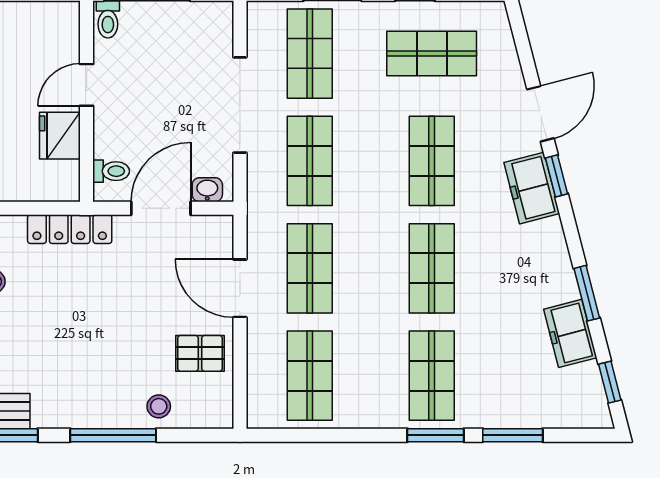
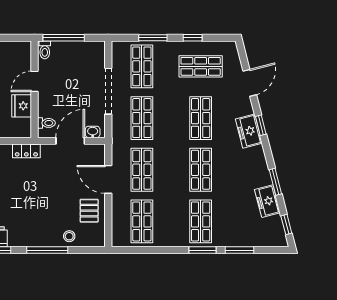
door: (540, 114) -> (250, 83), moved
locker: (70, 229) -> (26, 151), width x0.66
pallet: (200, 353) -> (89, 211), turned 90

